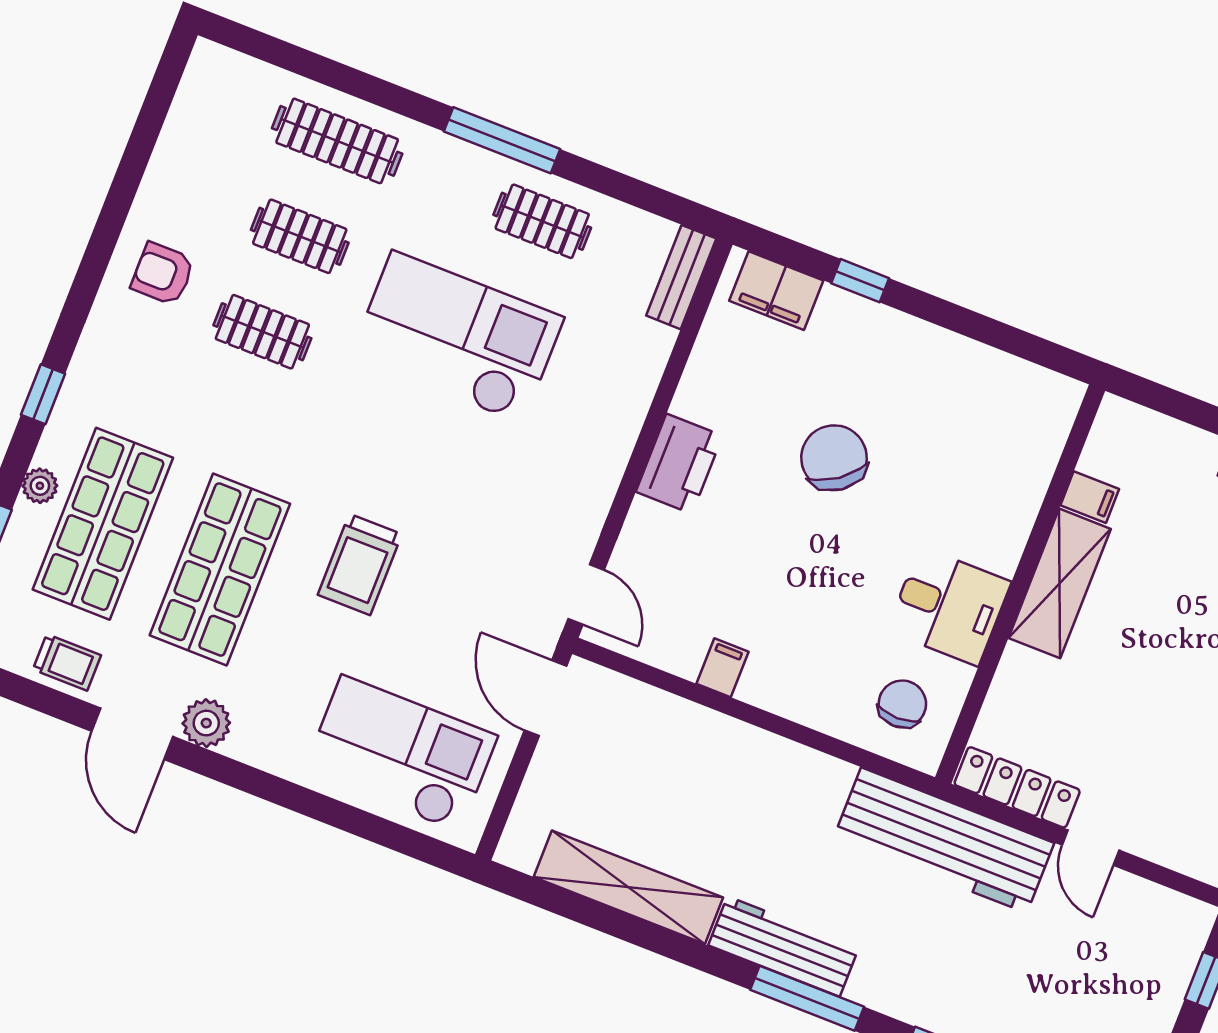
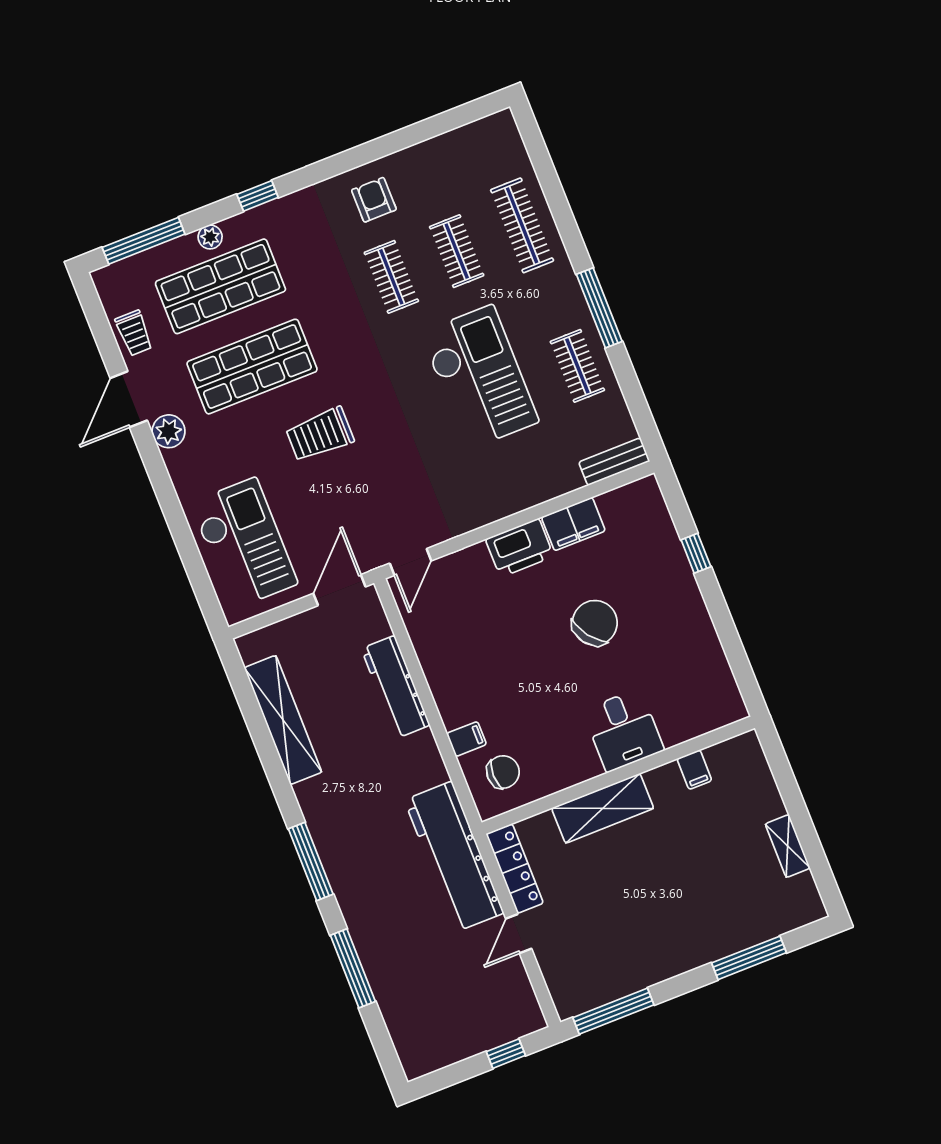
filing cabinet: (776, 291) -> (573, 524), moved, turned -90
shelving: (1060, 583) -> (603, 808), moved
desk: (949, 606) -> (623, 730), moved
filing cabinet: (722, 668) -> (467, 739), moved
workbench: (783, 947) -> (396, 687), moved, turned 180

